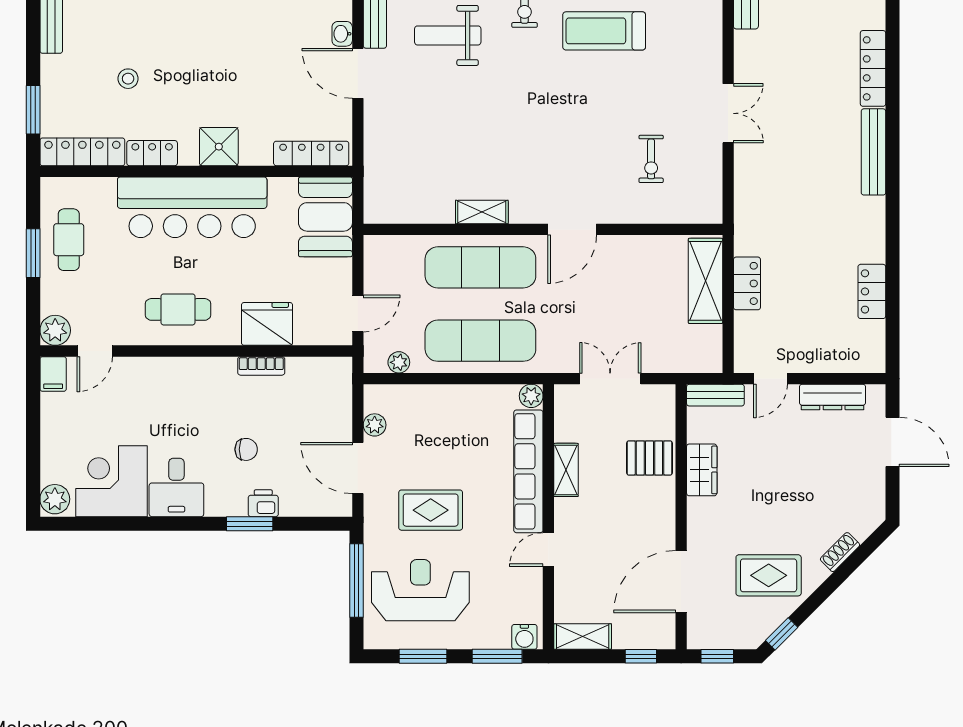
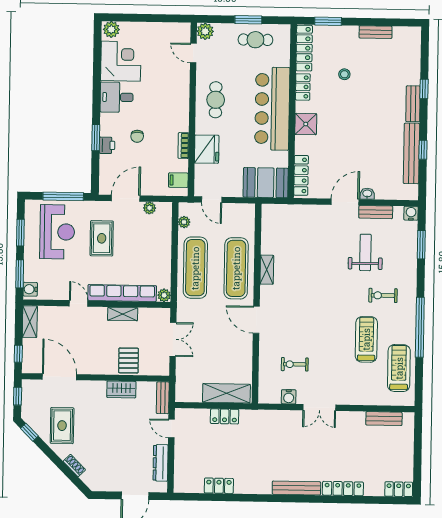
water cooler: (710, 169) -> (289, 397), added
filing cabinet: (53, 374) -> (178, 180), moved

